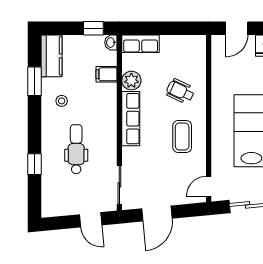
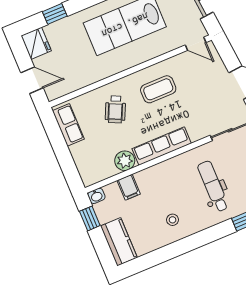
row of seats: (141, 44) -> (68, 125), moved
kitchen counter: (52, 56) -> (119, 242), moved, turned 90
window: (34, 81) -> (165, 254), removed
dental chair: (76, 149) -> (213, 186), turned 90

